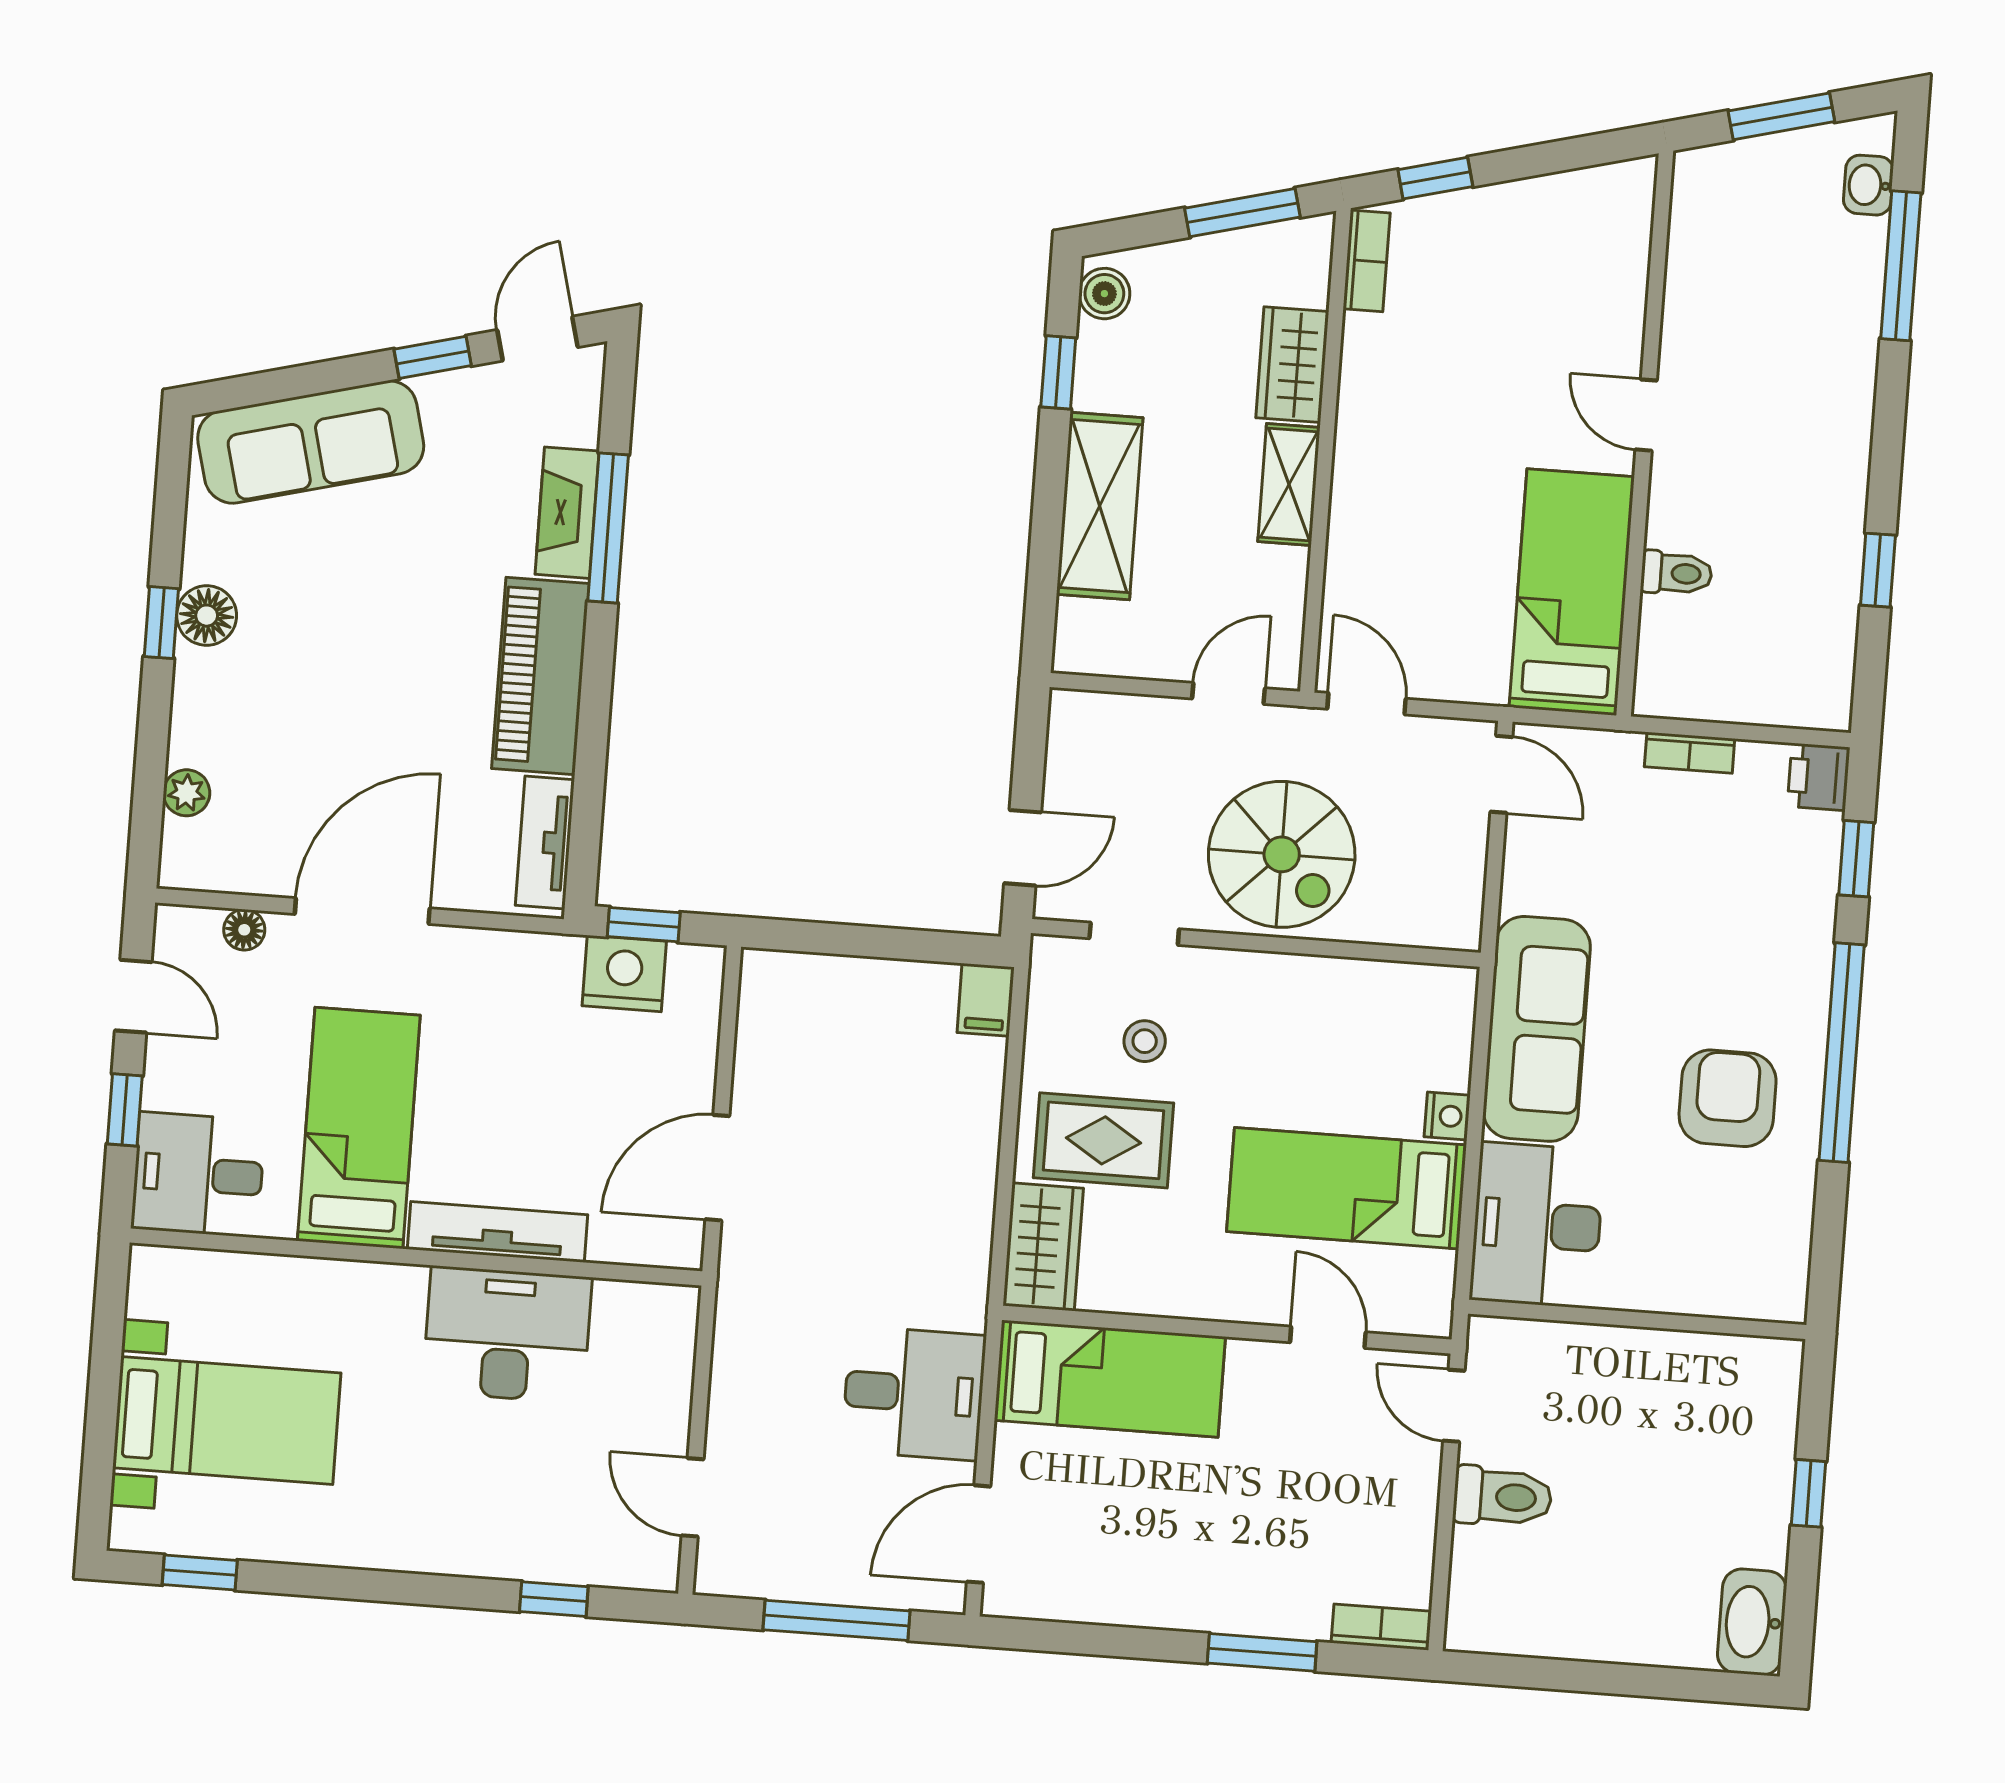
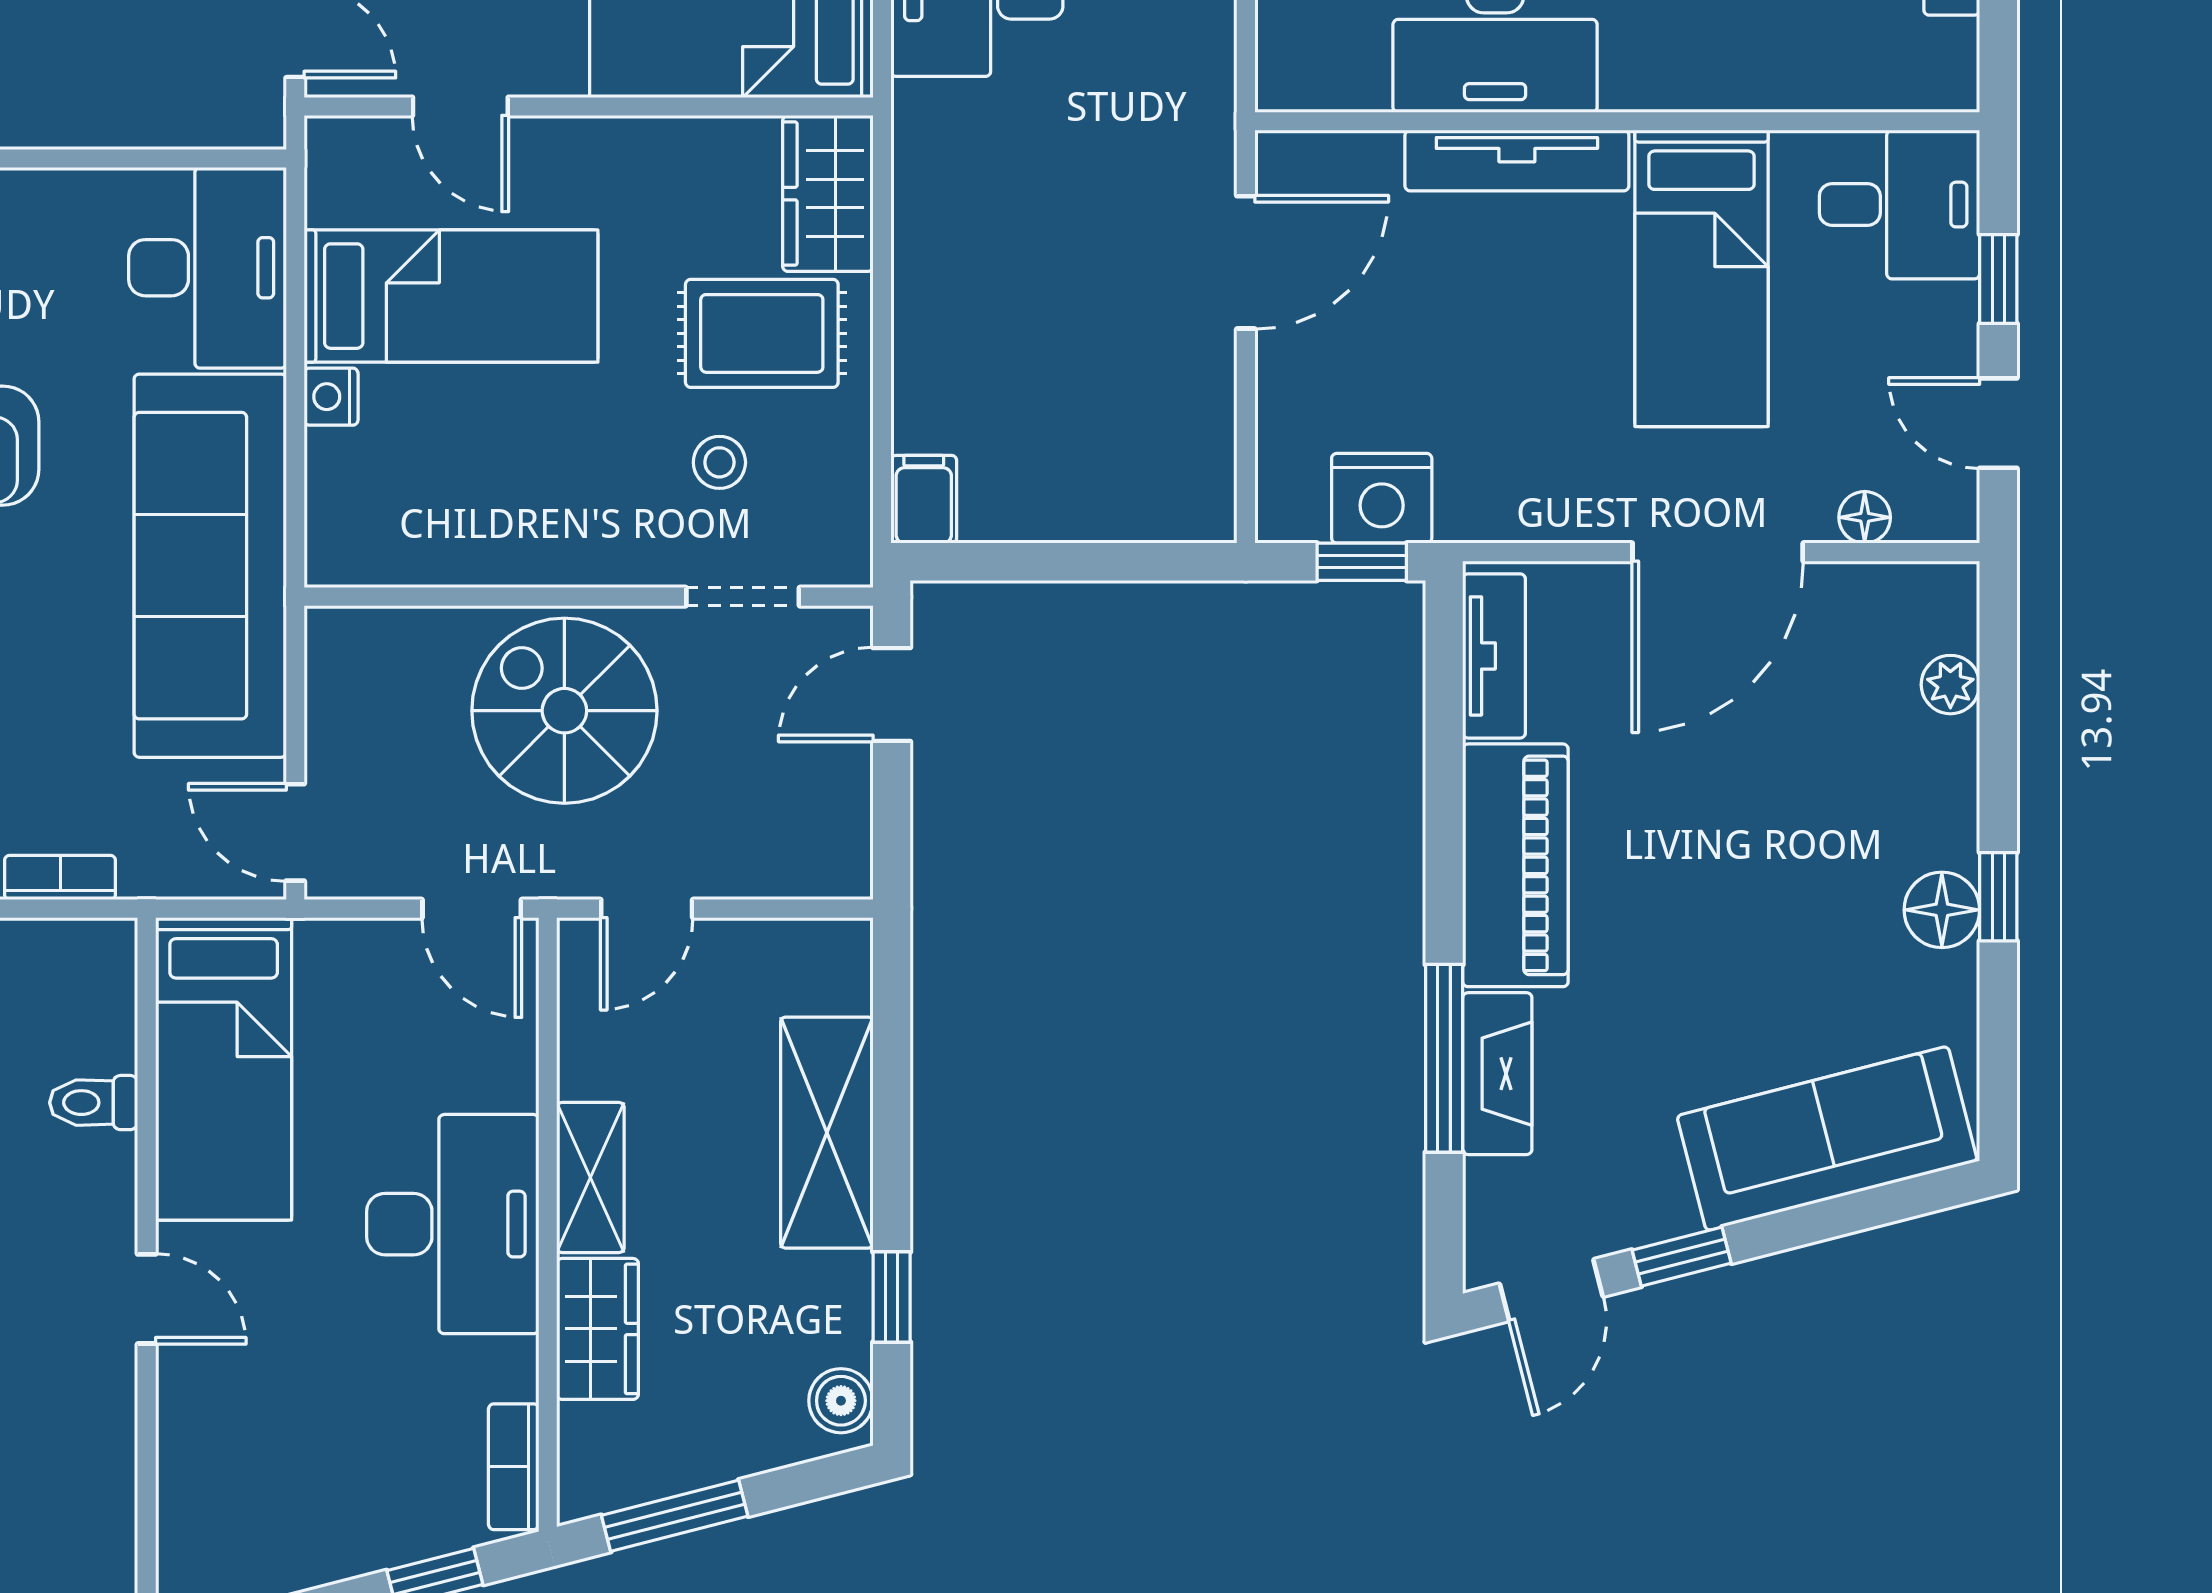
desk: (1400, 456) -> (453, 1224), added
sofa: (1537, 1029) -> (210, 566), width x1.36, depth x1.27

